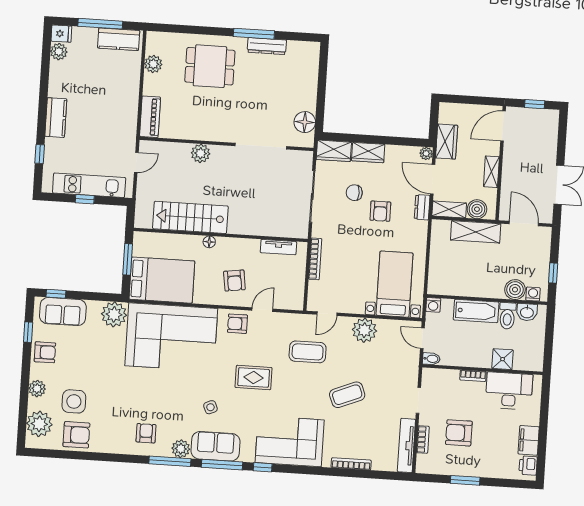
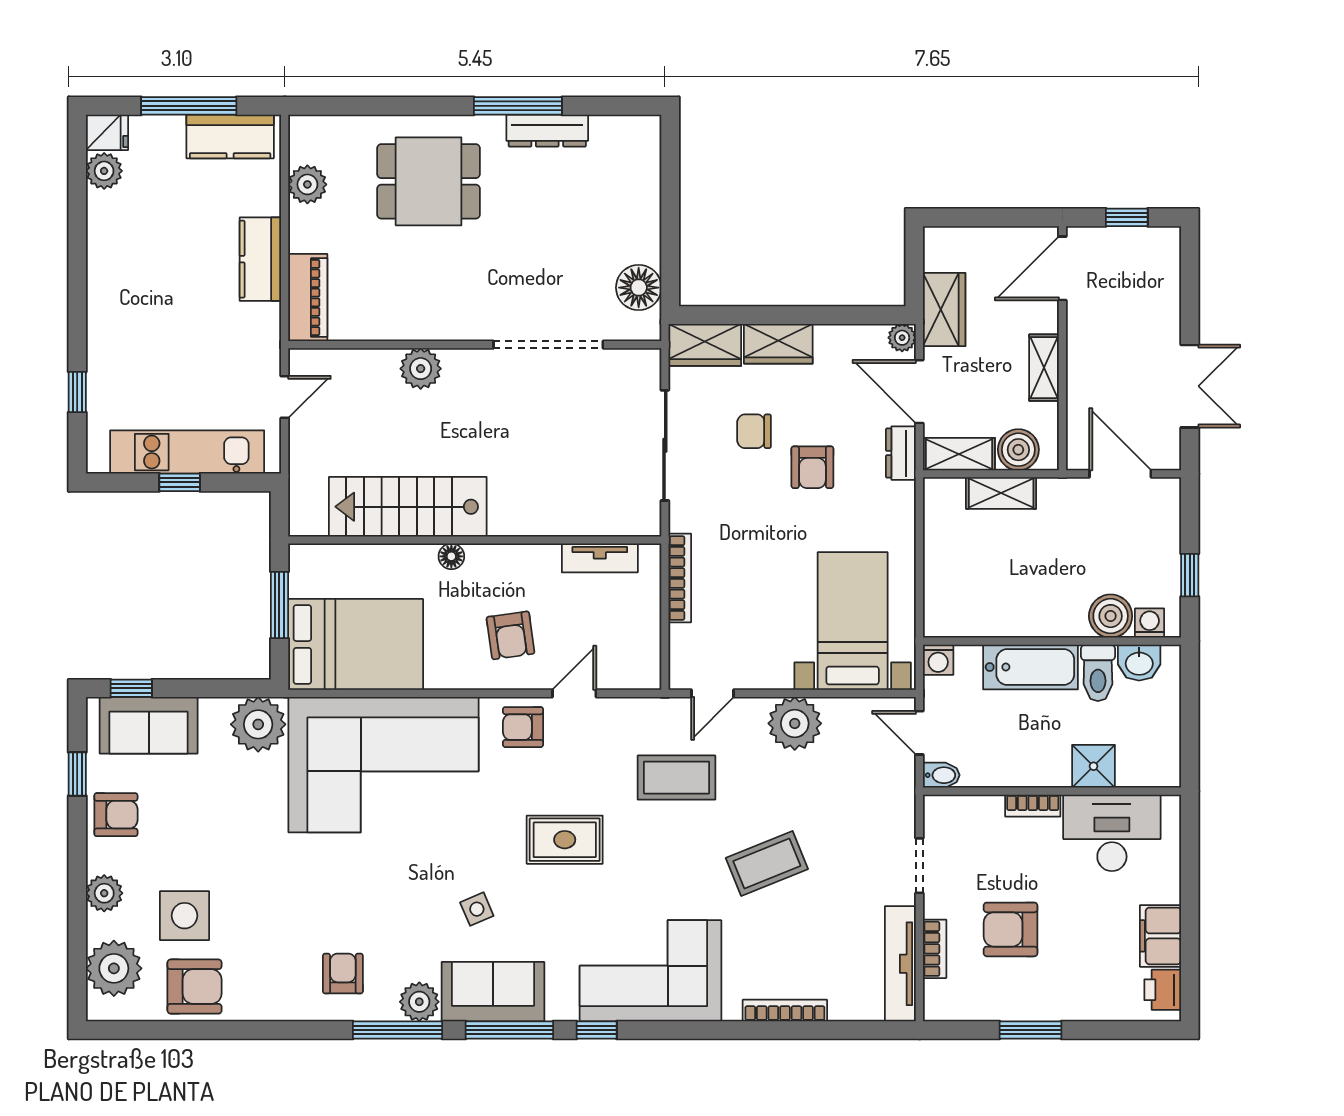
kitchen counter: (56, 118) -> (260, 259), moved, turned 180
shelving: (476, 232) -> (1001, 493), width x0.67, depth x0.75

